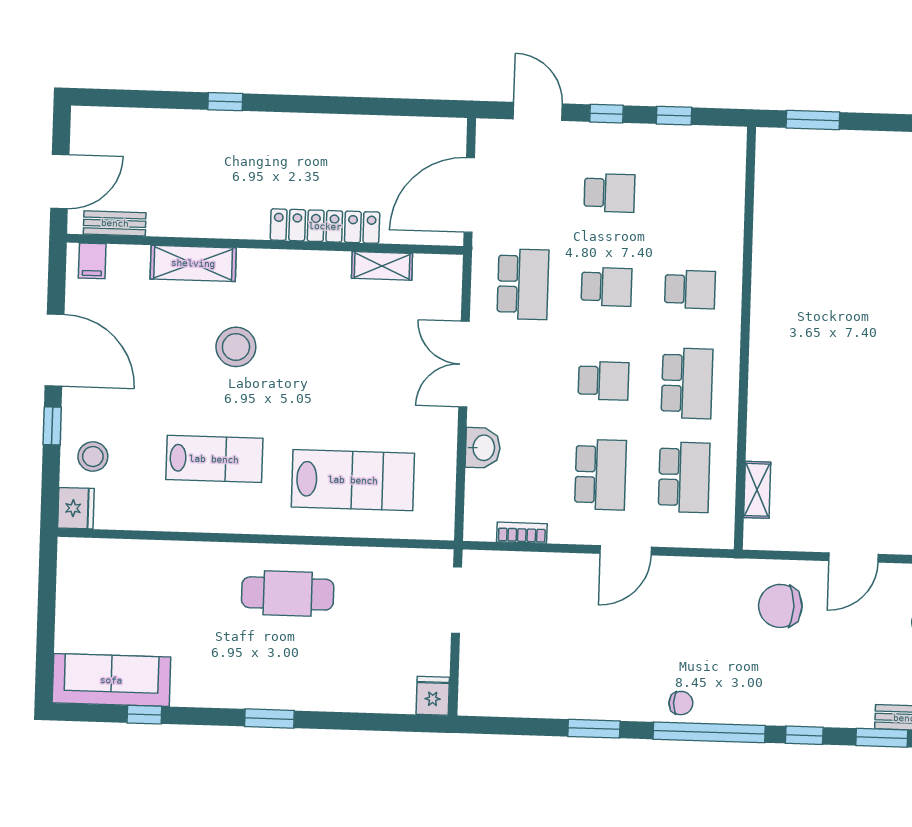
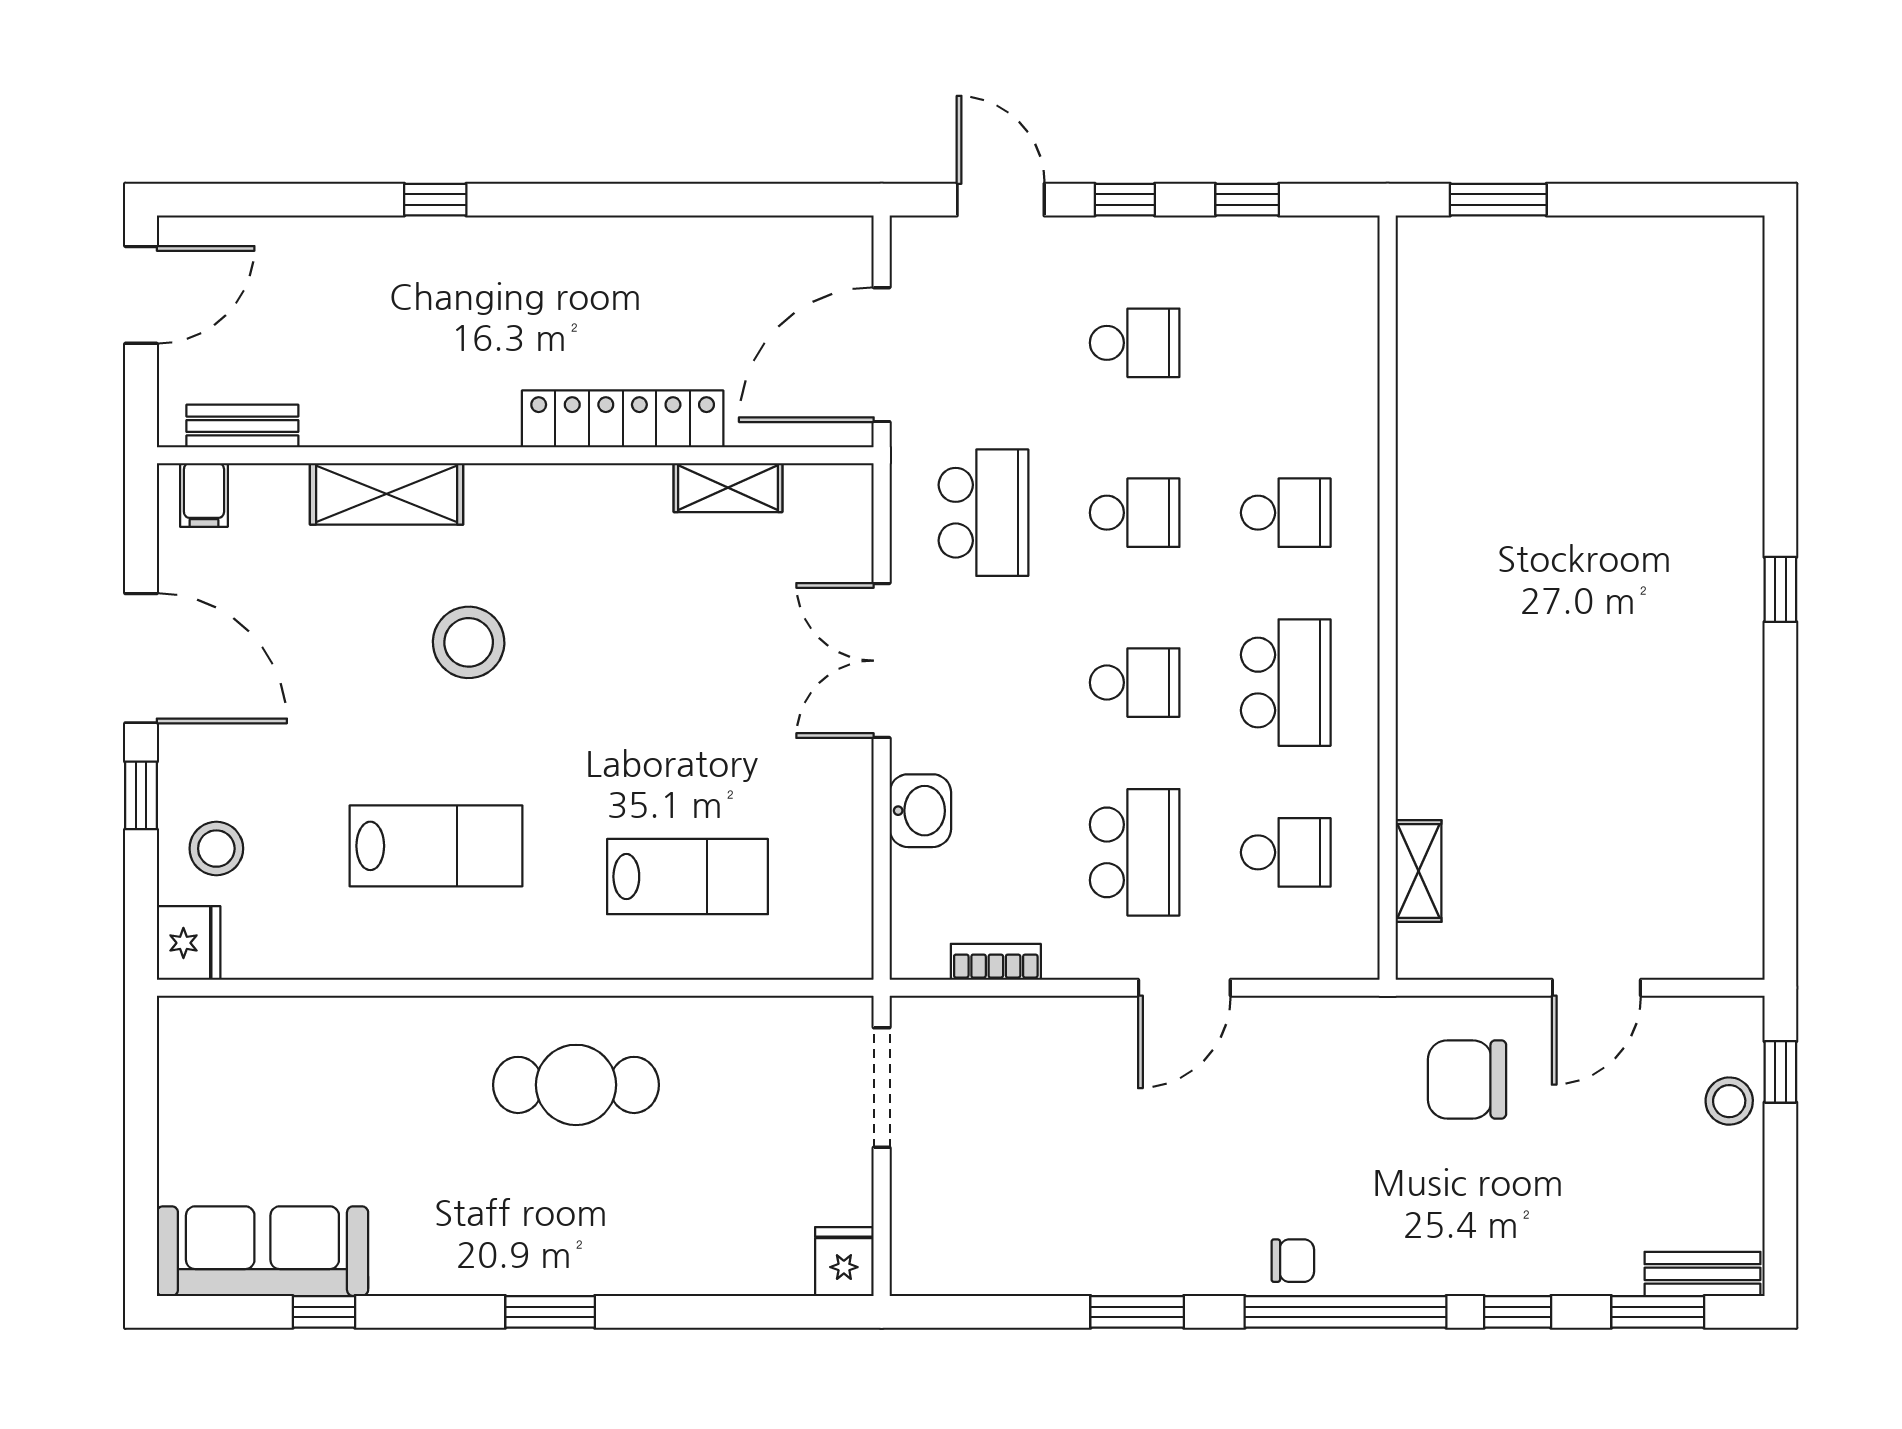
door: (60, 181) -> (141, 295), moved
school desk: (684, 477) -> (1286, 852), width x0.54
lab bench: (353, 480) -> (687, 877), width x0.73, depth x0.72

